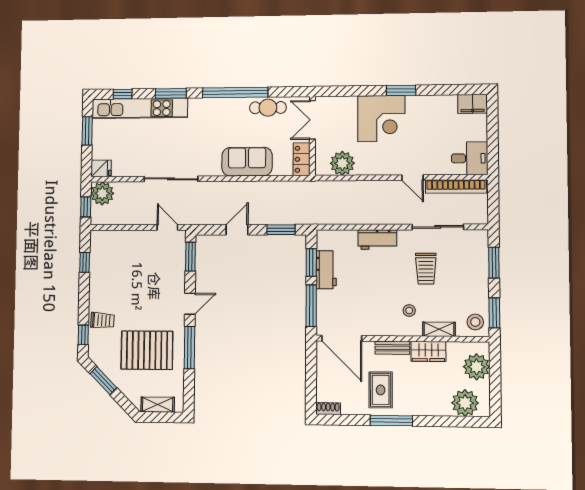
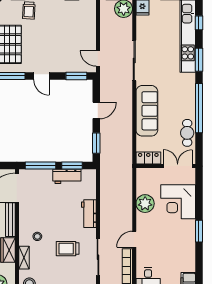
corner desk: (381, 119) -> (178, 202), moved
sofa: (247, 162) -> (147, 111), width x1.36
plant: (342, 163) -> (145, 204), moved
door: (167, 227) -> (98, 58), swing flipped
door: (237, 230) -> (96, 110), hinge flipped
bench: (392, 348) -> (10, 220), width x1.36

